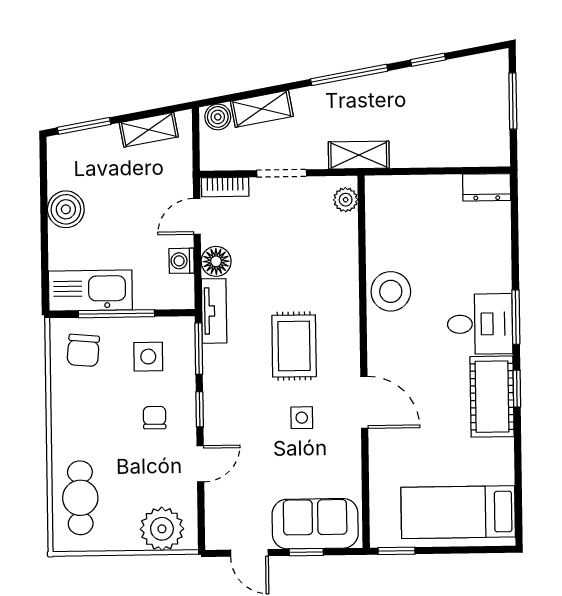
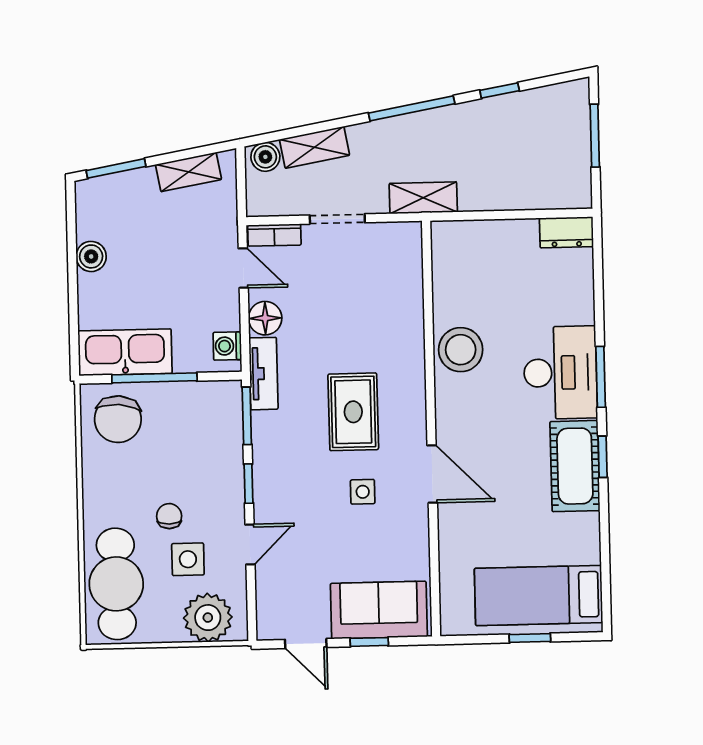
plant: (346, 200) -> (409, 248), removed
boiler: (66, 209) -> (91, 256), width x0.73, depth x0.73
door: (197, 216) -> (243, 268), swing flipped
washing machine: (182, 261) -> (227, 346), moved
desk: (480, 324) -> (560, 373), width x1.37
chair: (83, 350) -> (118, 419), width x1.37, depth x1.37
side table: (148, 357) -> (188, 559), moved
chair: (155, 418) -> (169, 516), moved
cafe table: (80, 498) -> (116, 584), width x1.37, depth x1.35
window: (397, 551) -> (530, 638), moved

